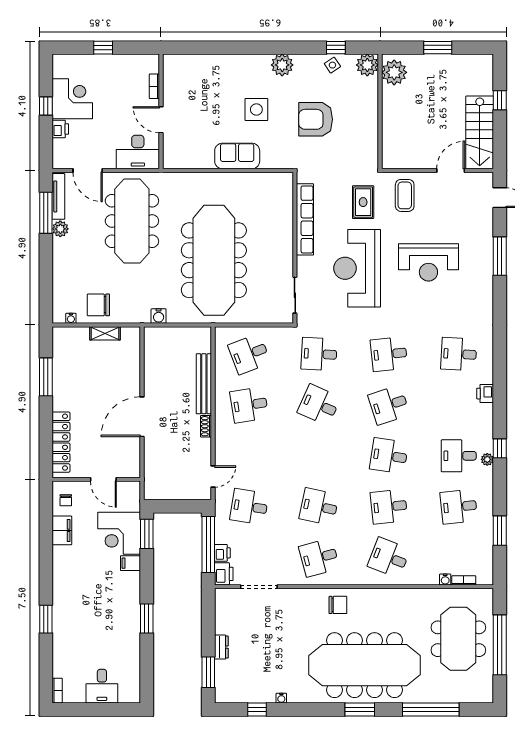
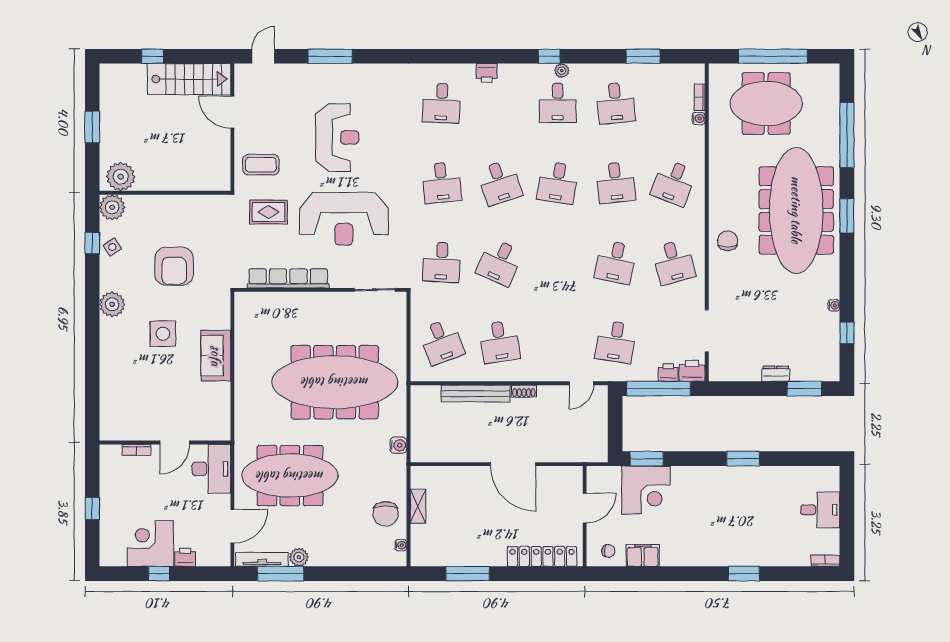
door: (213, 477) -> (581, 383), swing flipped
filing cabinet: (130, 563) -> (680, 477), removed

